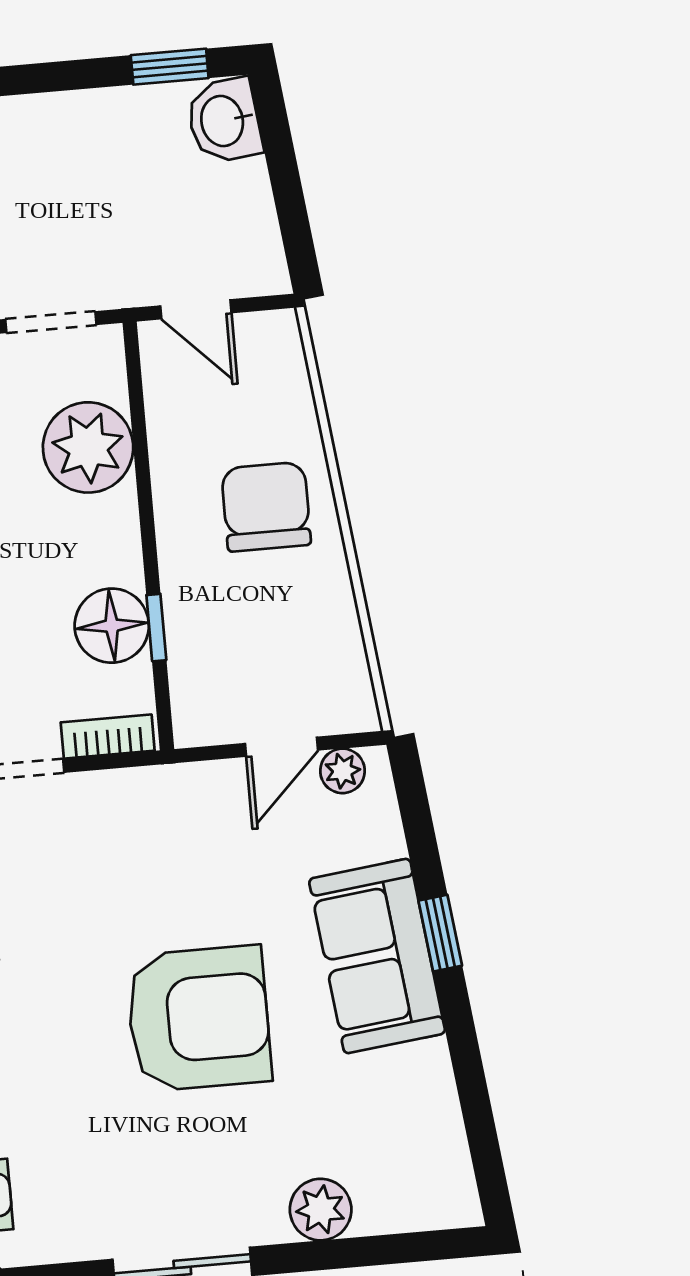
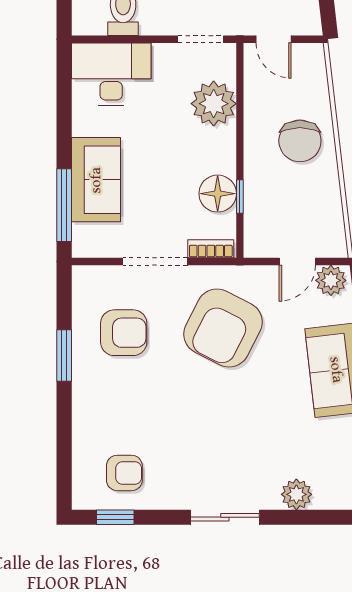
chair: (266, 507) -> (300, 141), turned 180
plant: (343, 771) -> (331, 280), width x1.38, depth x1.38
armchair: (199, 1018) -> (223, 328), moved, turned 117

